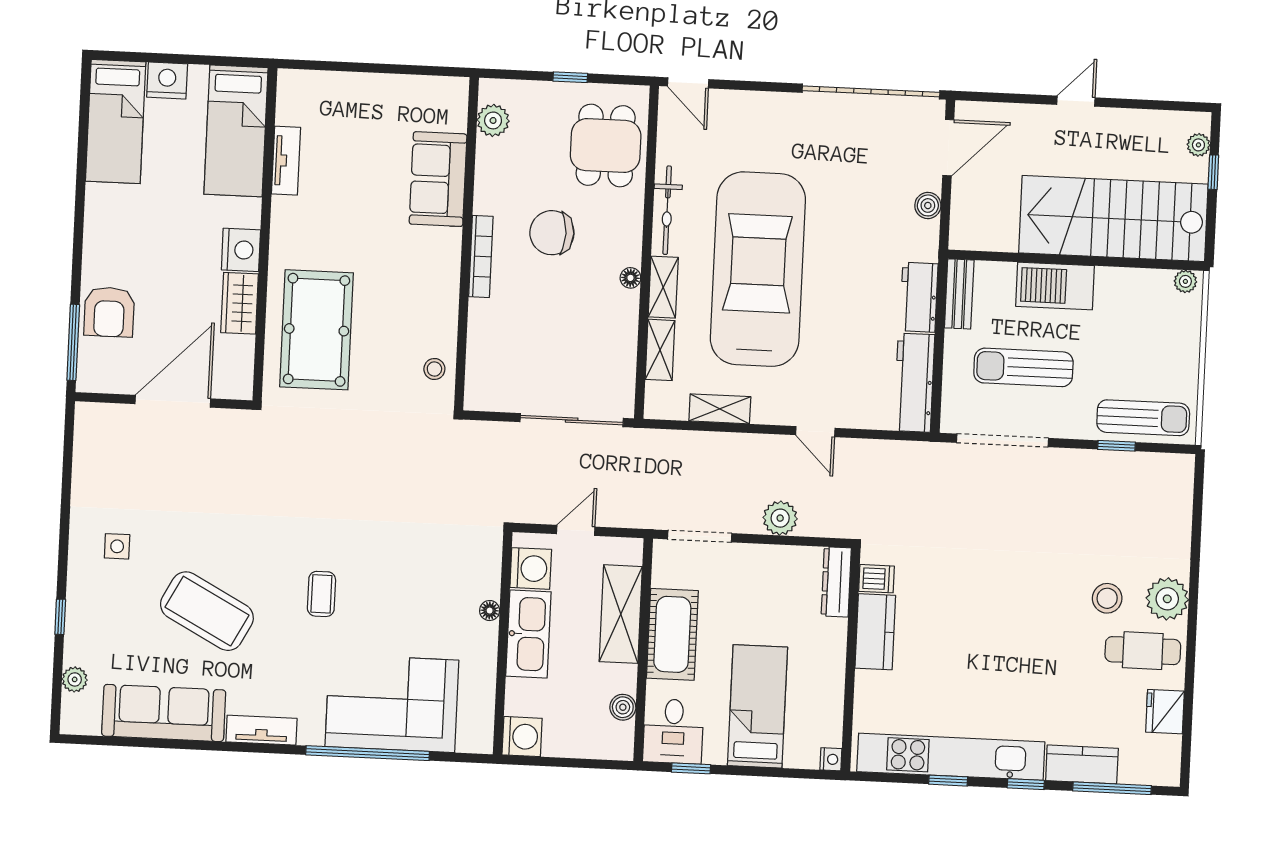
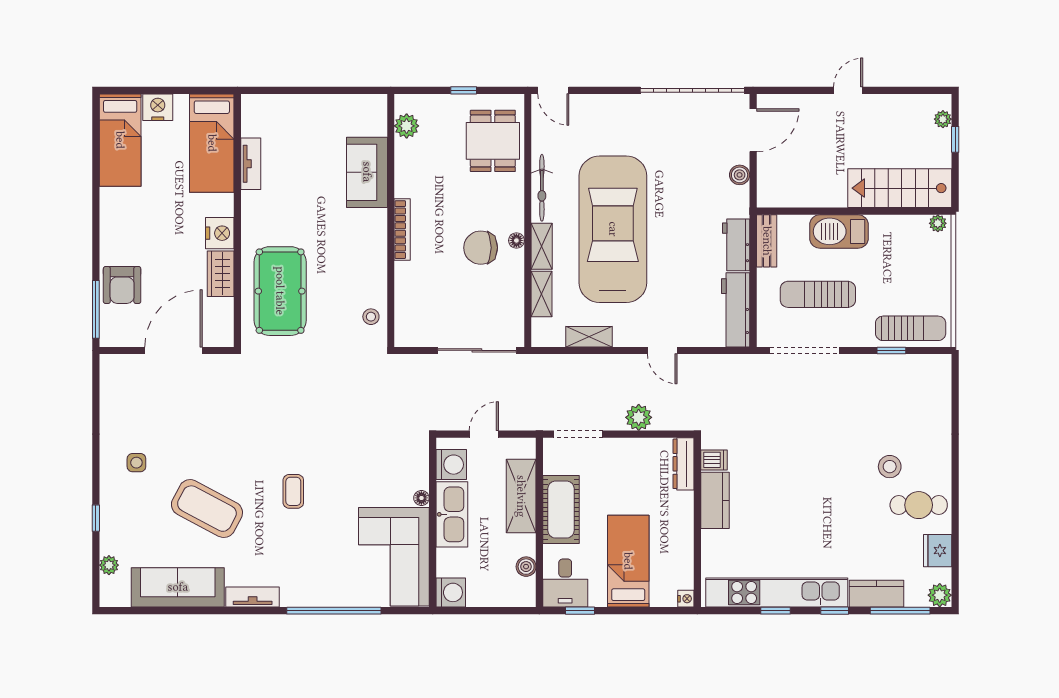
stairs: (1113, 219) -> (900, 188), width x0.73, depth x0.66
chair: (552, 233) -> (481, 248), moved
plant: (1167, 599) -> (940, 595), moved, width x0.73, depth x0.73
corner sofa: (392, 703) -> (394, 557), moved, turned -90

